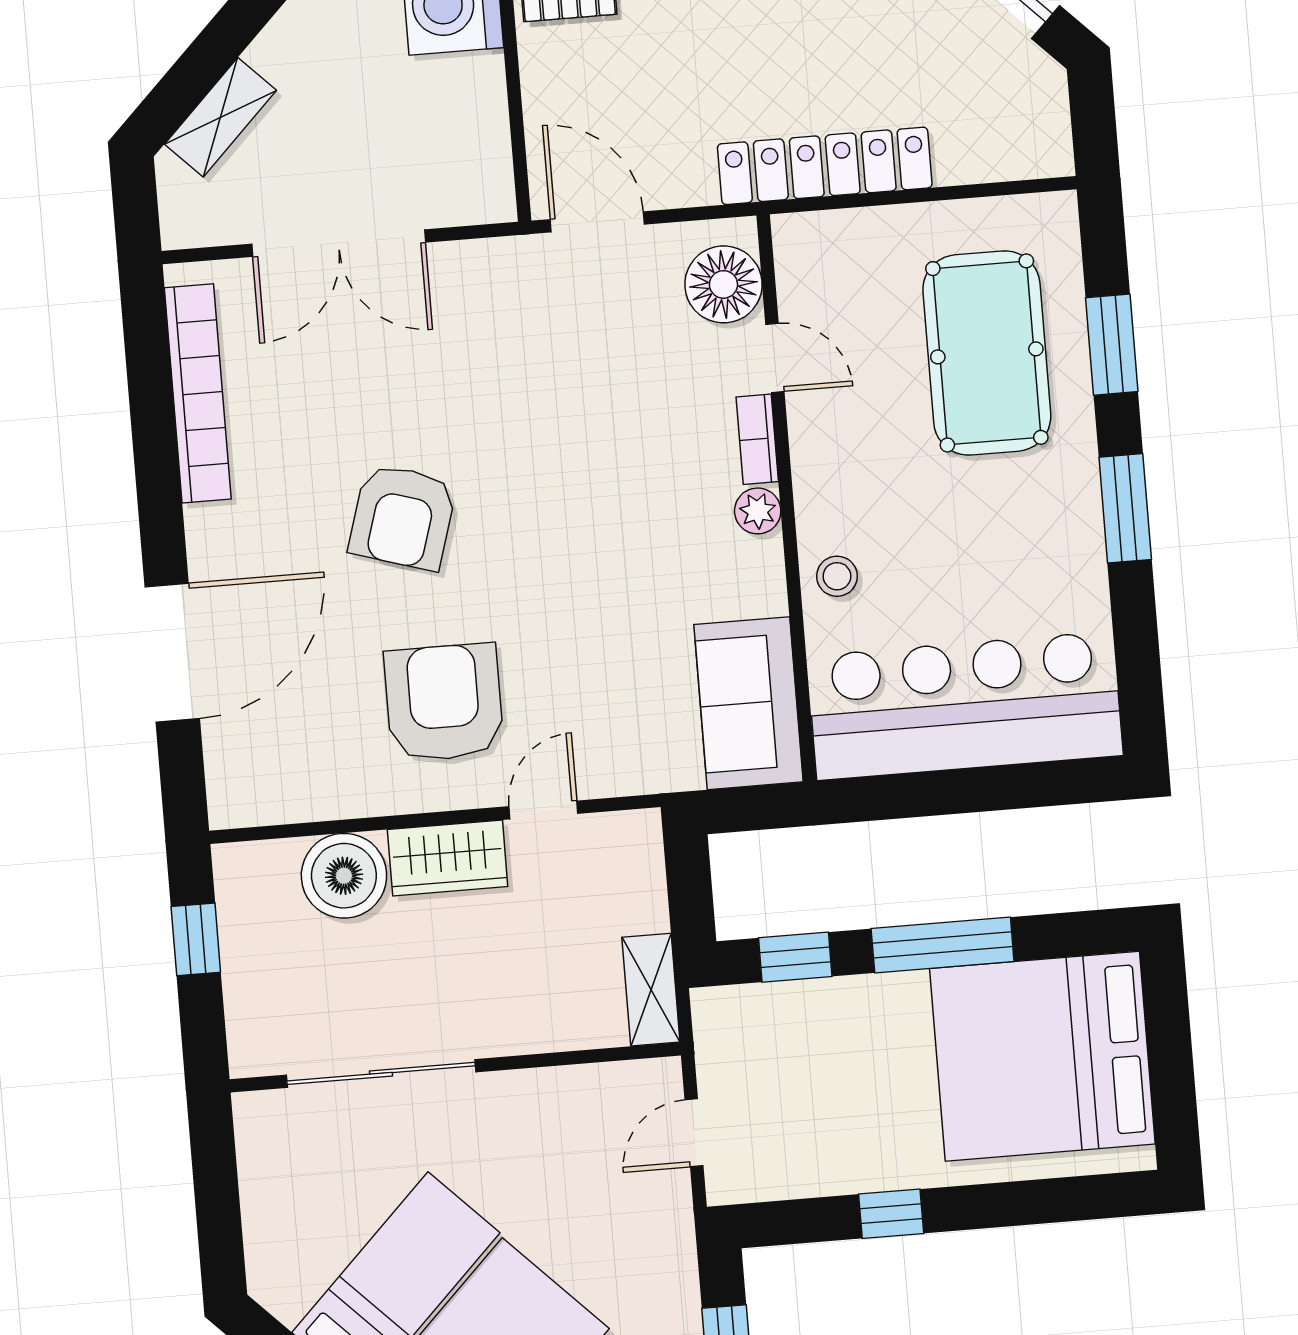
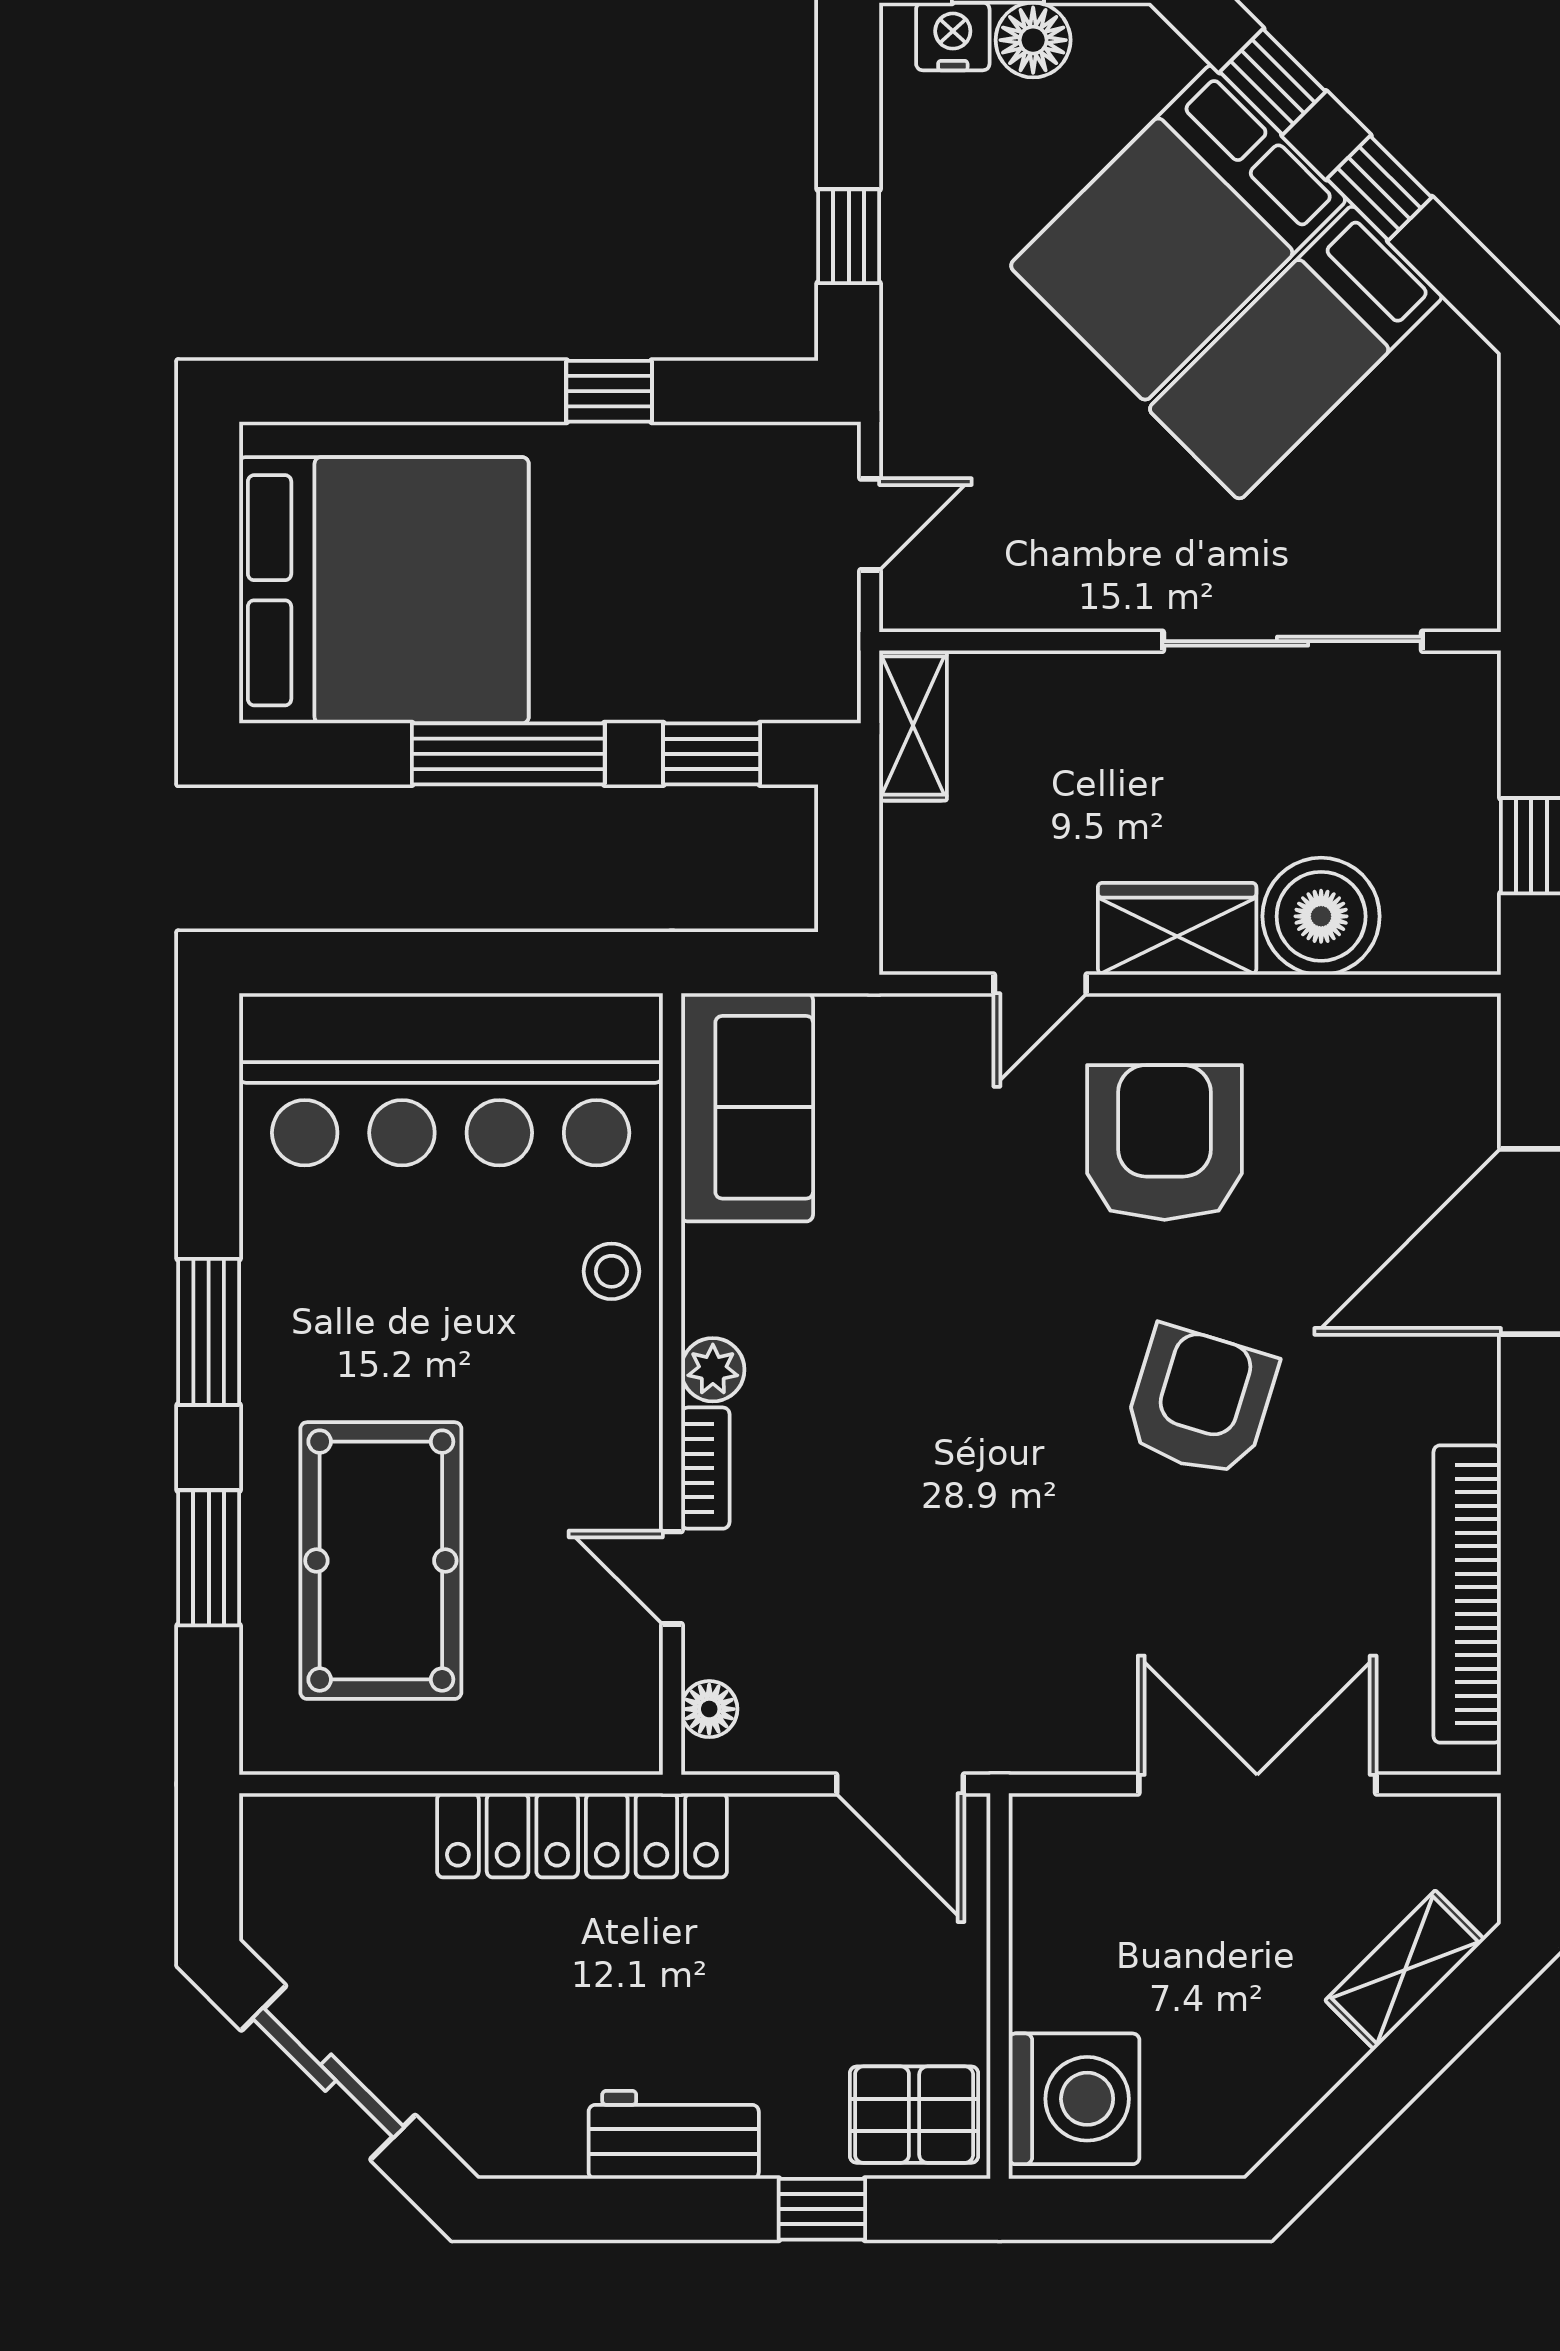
floor lamp: (723, 284) -> (709, 1709), width x0.53, depth x0.53
armchair: (444, 702) -> (1165, 1143), turned 180

